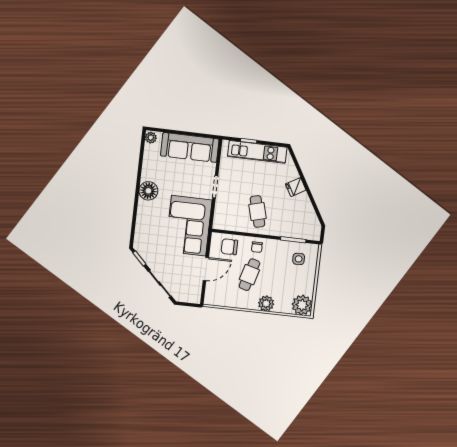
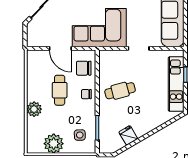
fridge: (296, 187) -> (128, 135), moved
chair: (229, 247) -> (84, 68), turned -90
cafe table: (249, 275) -> (60, 90), turned 74
plant: (302, 305) -> (54, 144), moved

